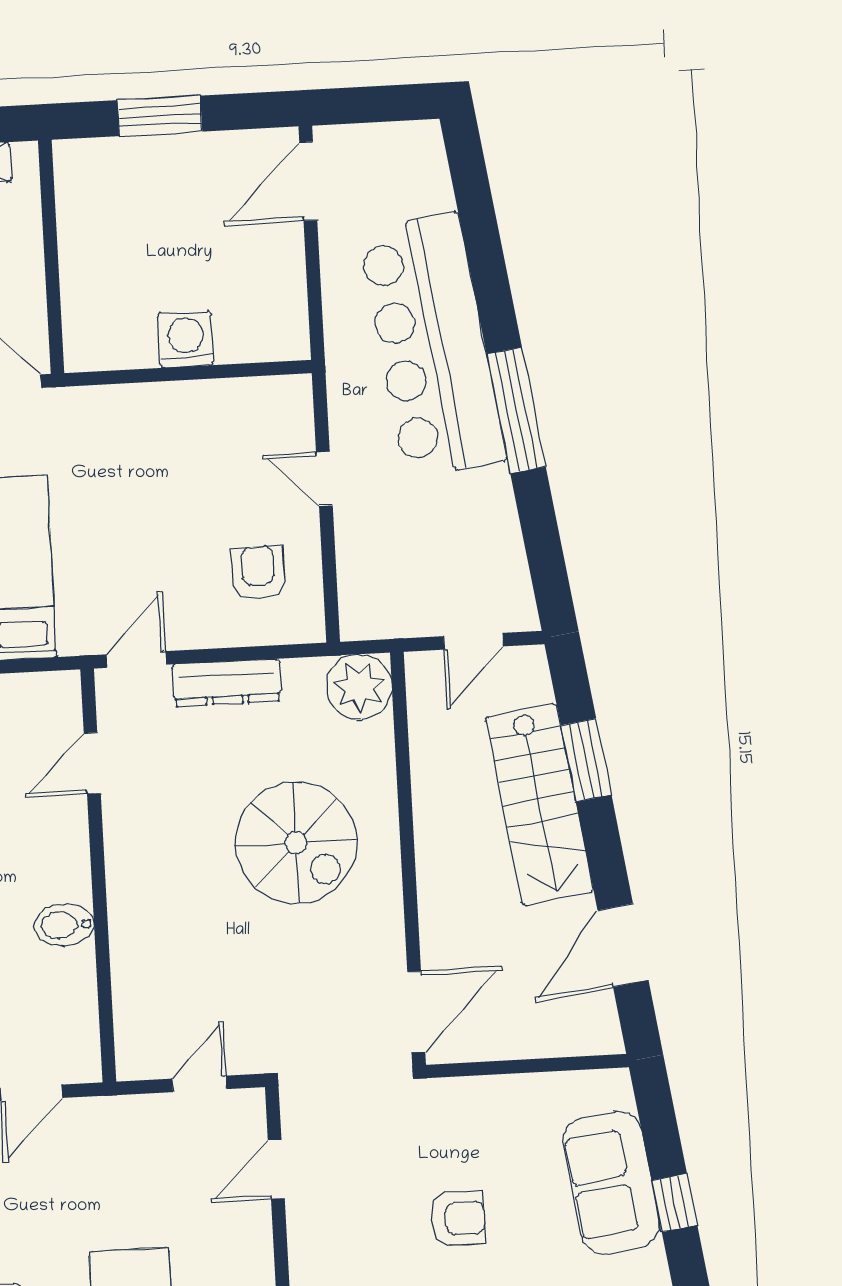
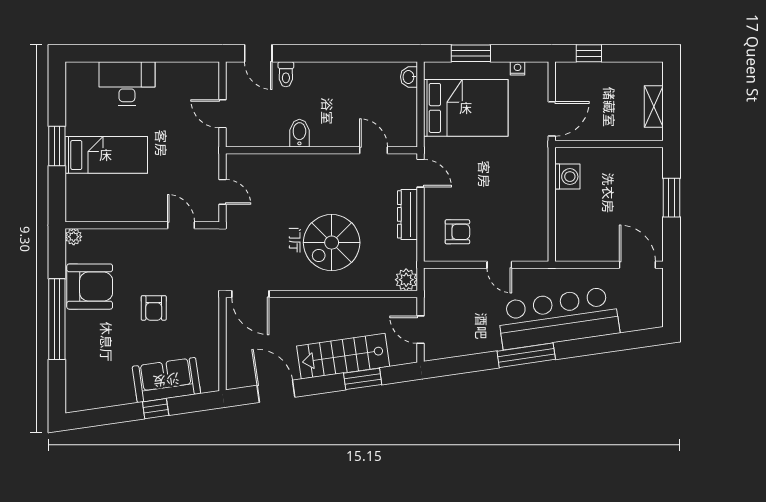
washing machine: (185, 339) -> (567, 177), moved
door: (324, 479) -> (499, 265), swing flipped
plant: (359, 687) -> (406, 280), width x0.73, depth x0.73

